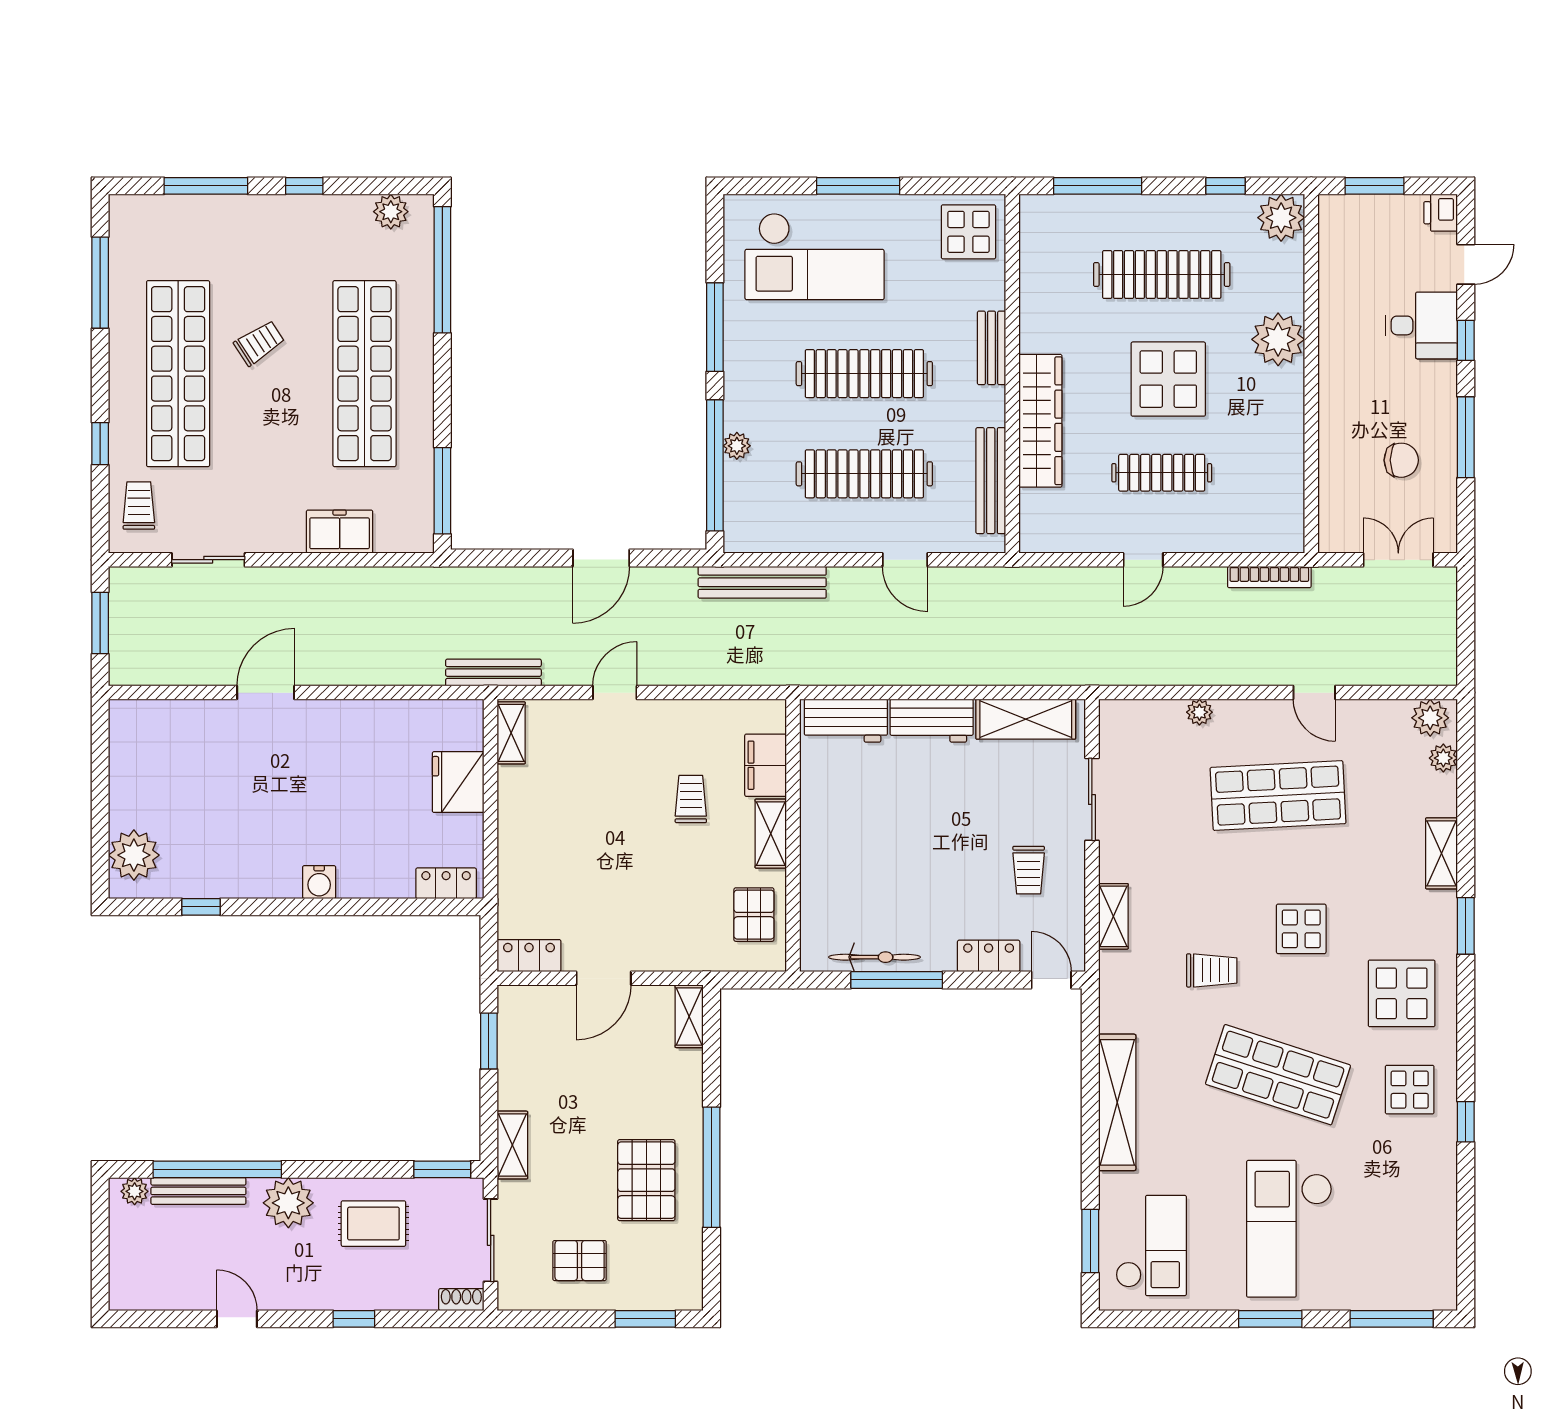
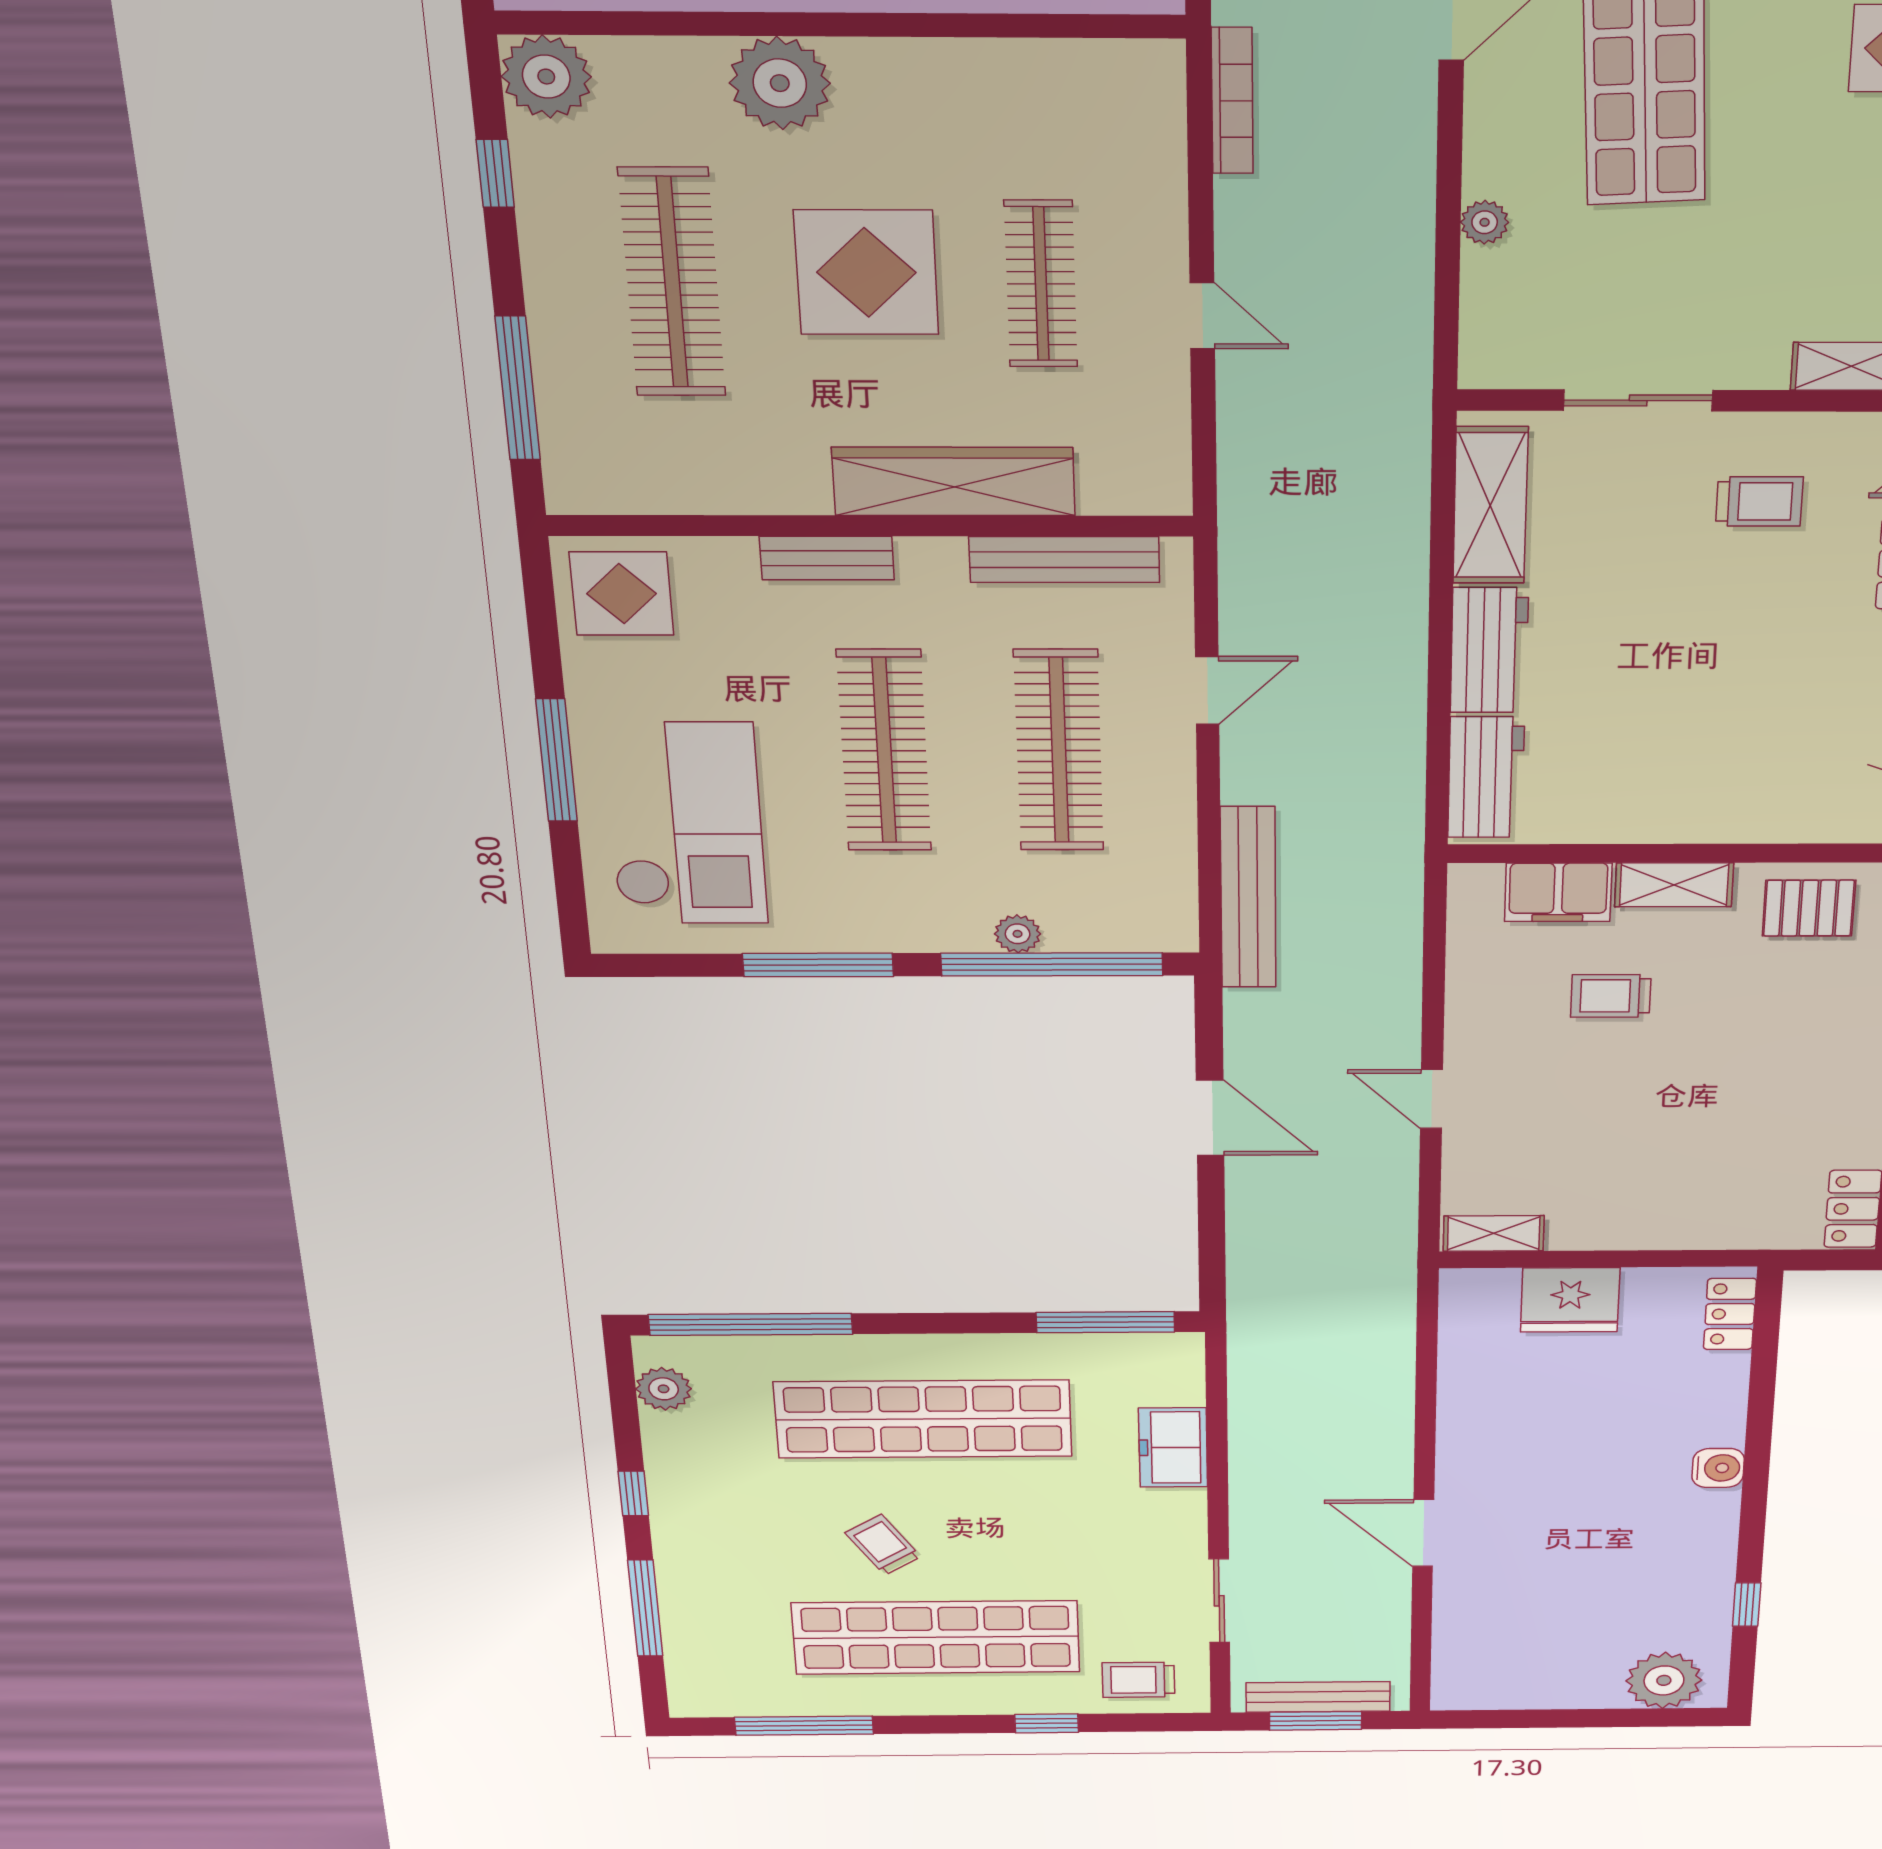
bench: (493, 673) -> (1318, 1697), moved, turned 90

